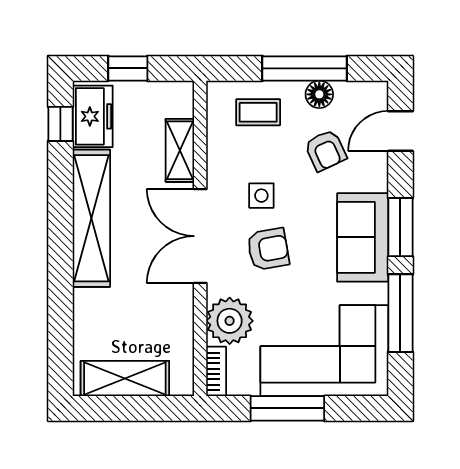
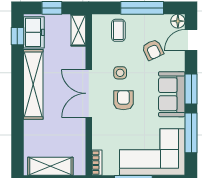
floor lamp: (319, 94) -> (178, 21), moved
coffee table: (258, 112) -> (118, 30), turned 90
shelving: (180, 150) -> (78, 30), moved
armchair: (268, 249) -> (123, 100), turned -80
plant: (230, 321) -> (104, 137), removed

